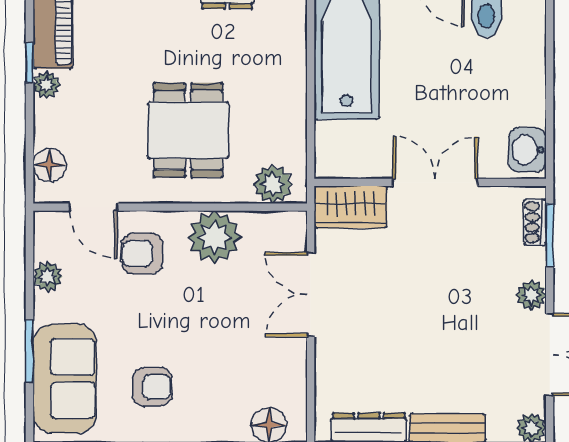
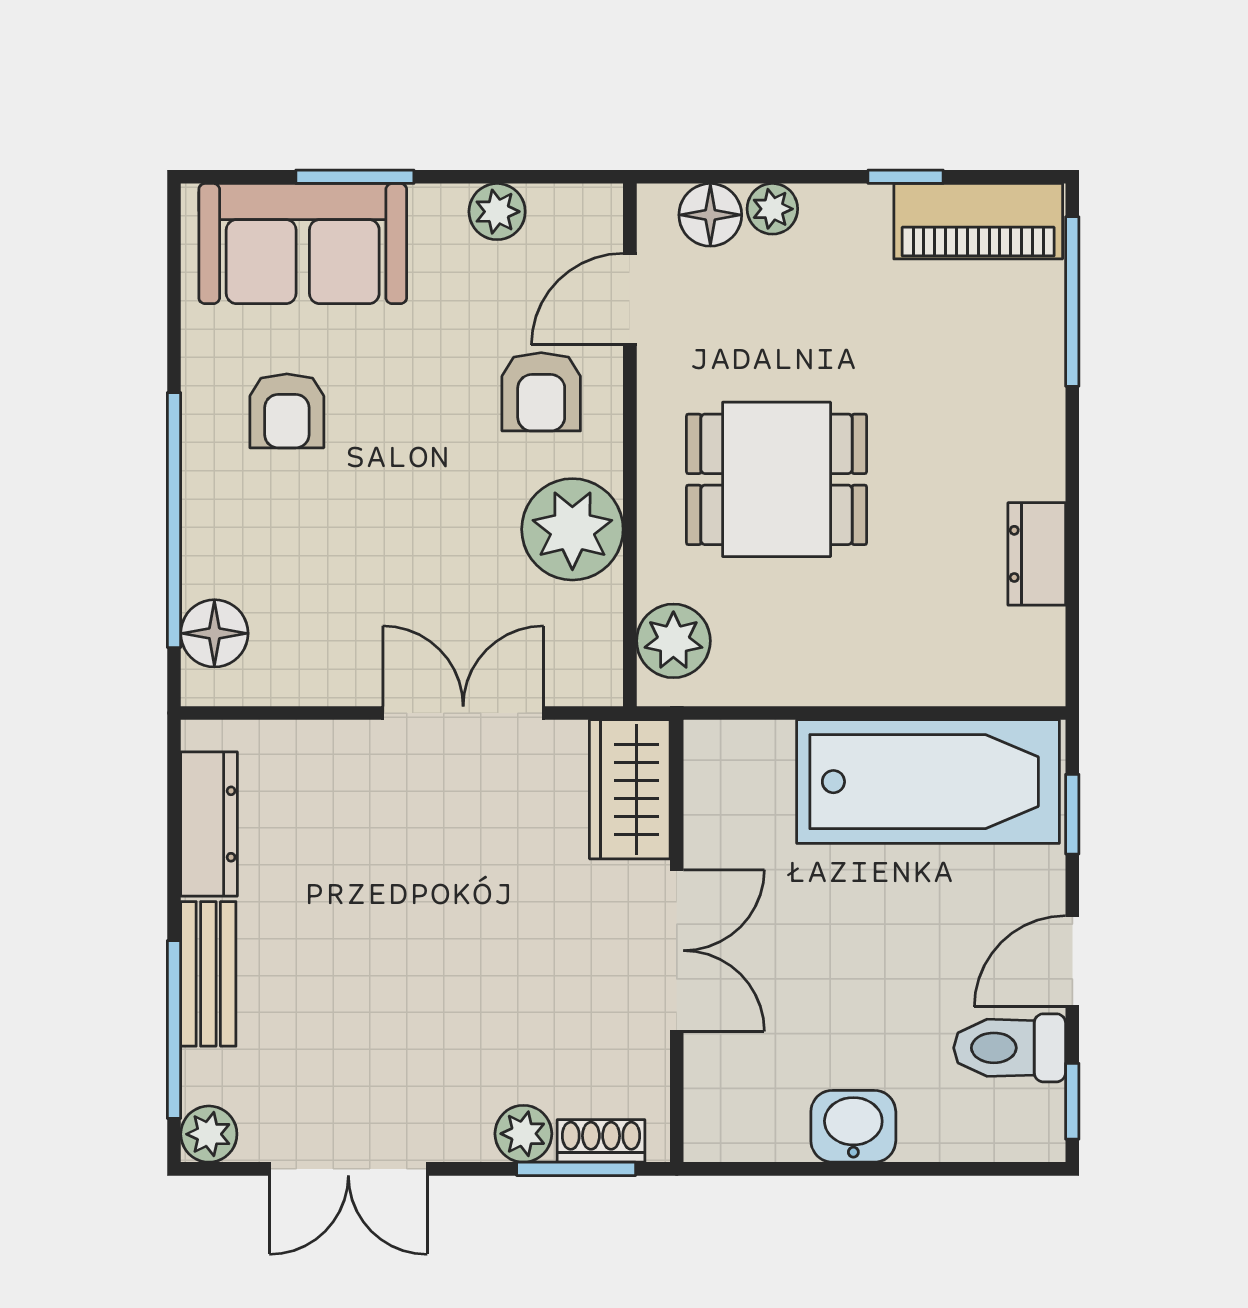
plant: (46, 85) -> (772, 209), moved
washbasin: (527, 150) -> (853, 1126), moved
armchair: (142, 254) -> (541, 392), turned 180
plant: (531, 295) -> (523, 1134), moved

